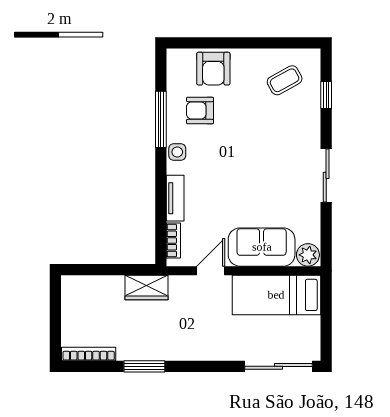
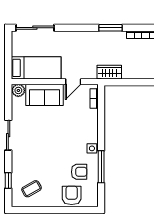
tv unit: (175, 198) -> (93, 122), removed

